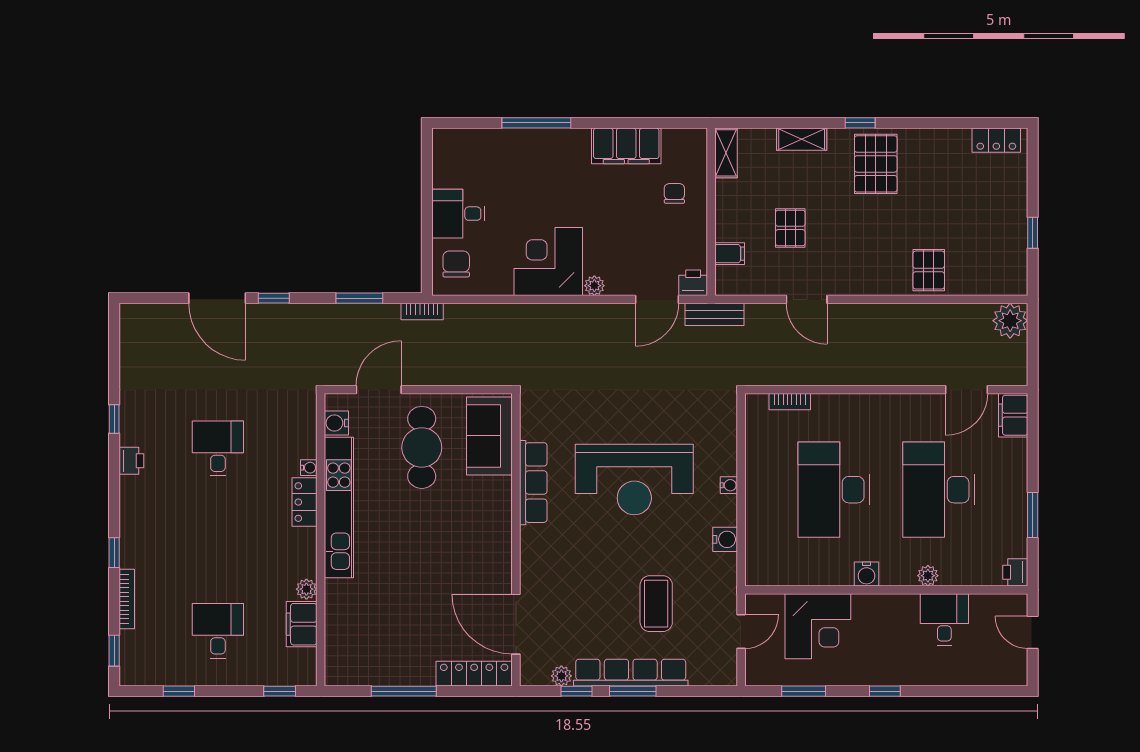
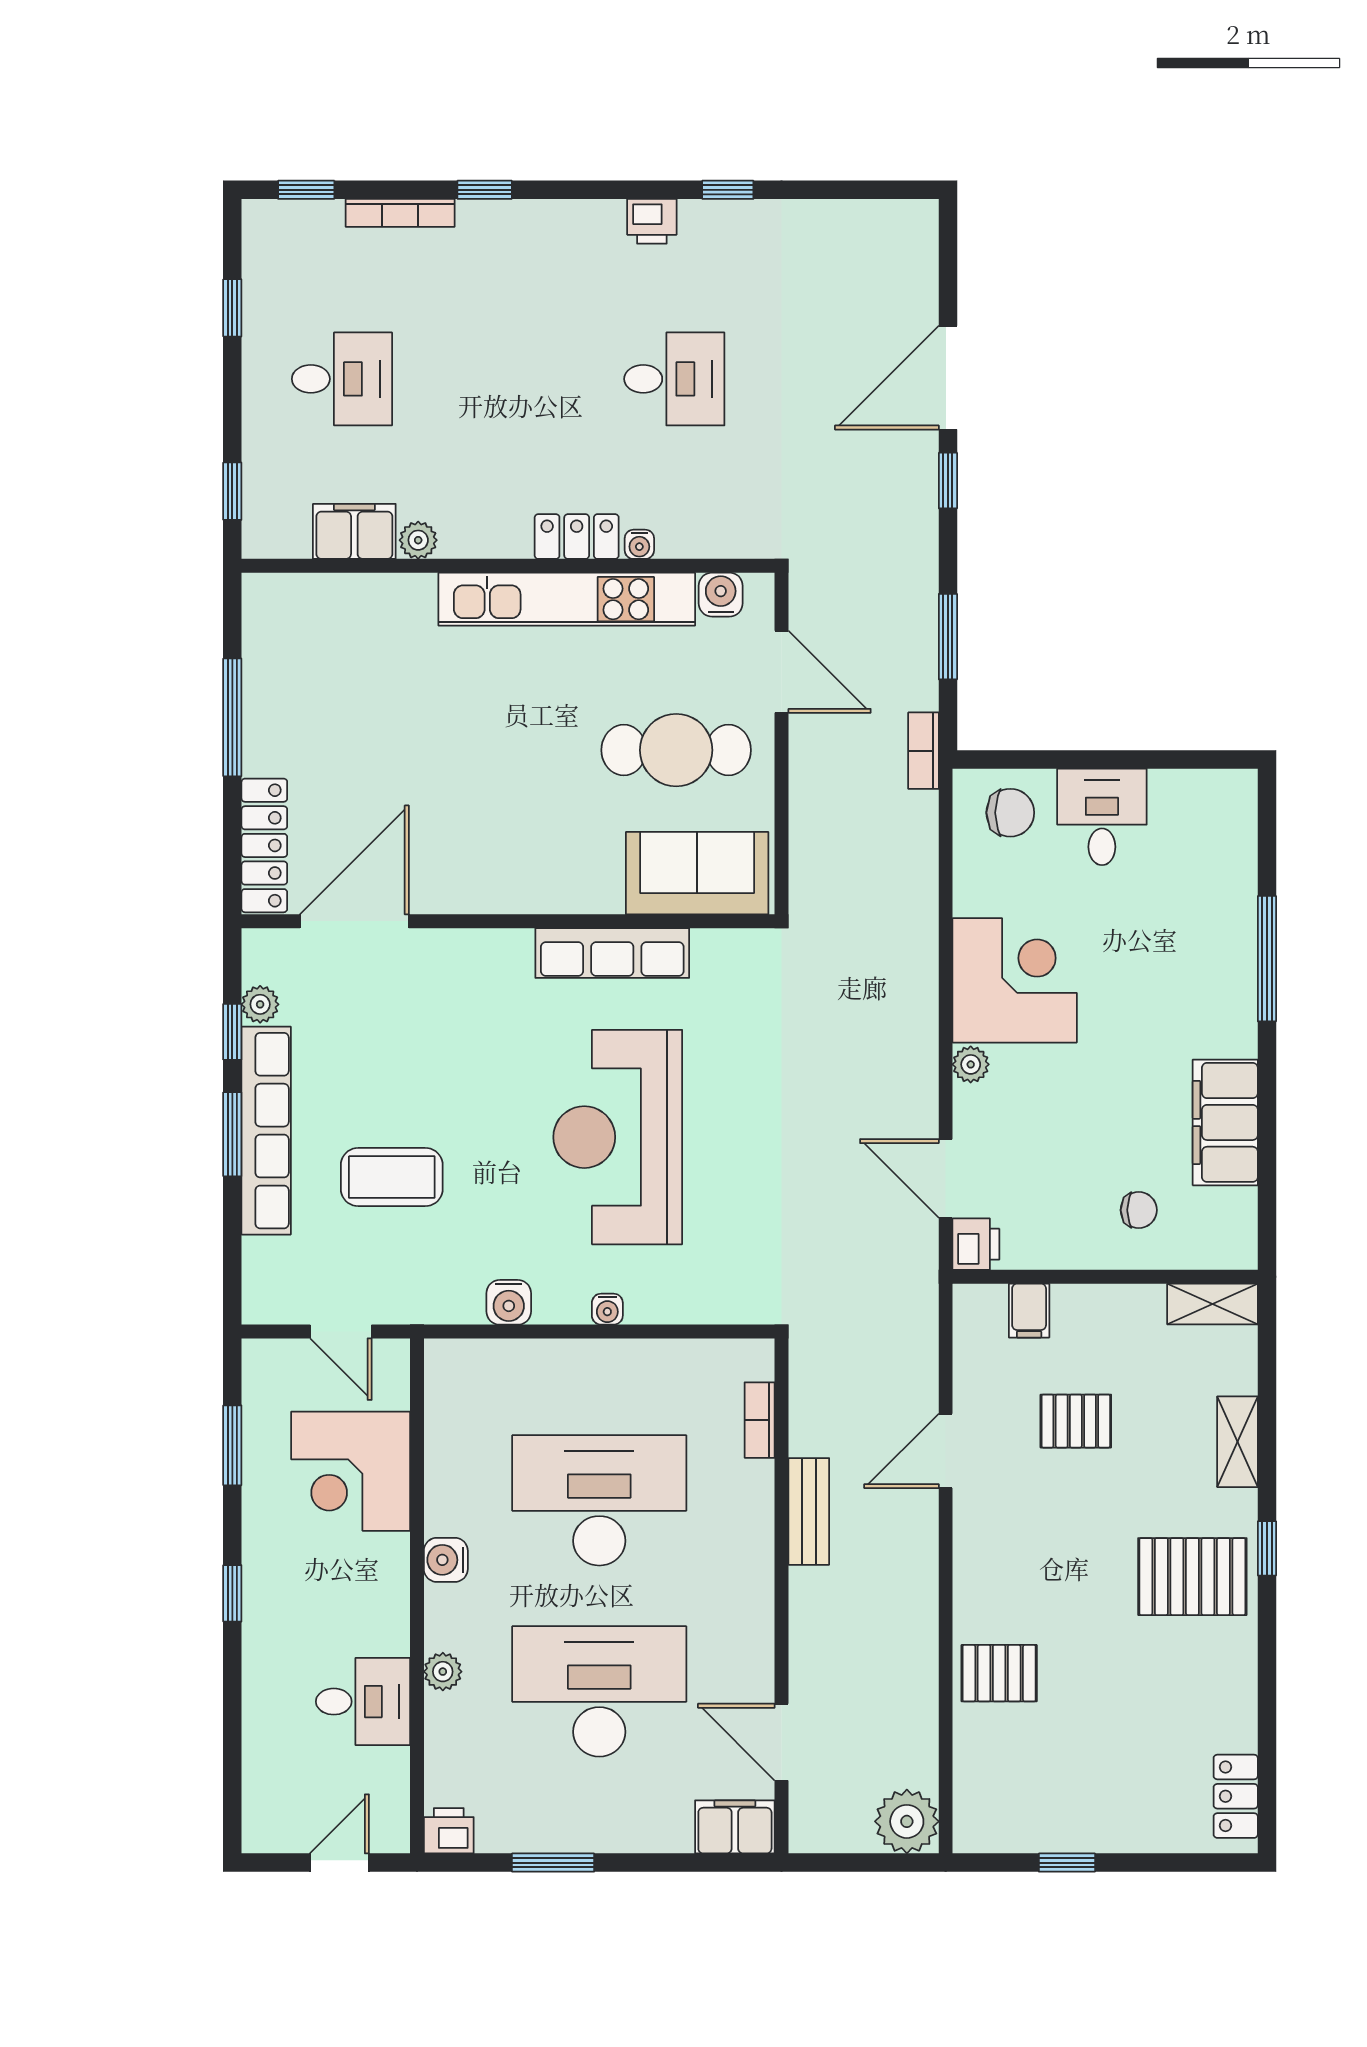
bench: (714, 314) -> (809, 1511), moved

